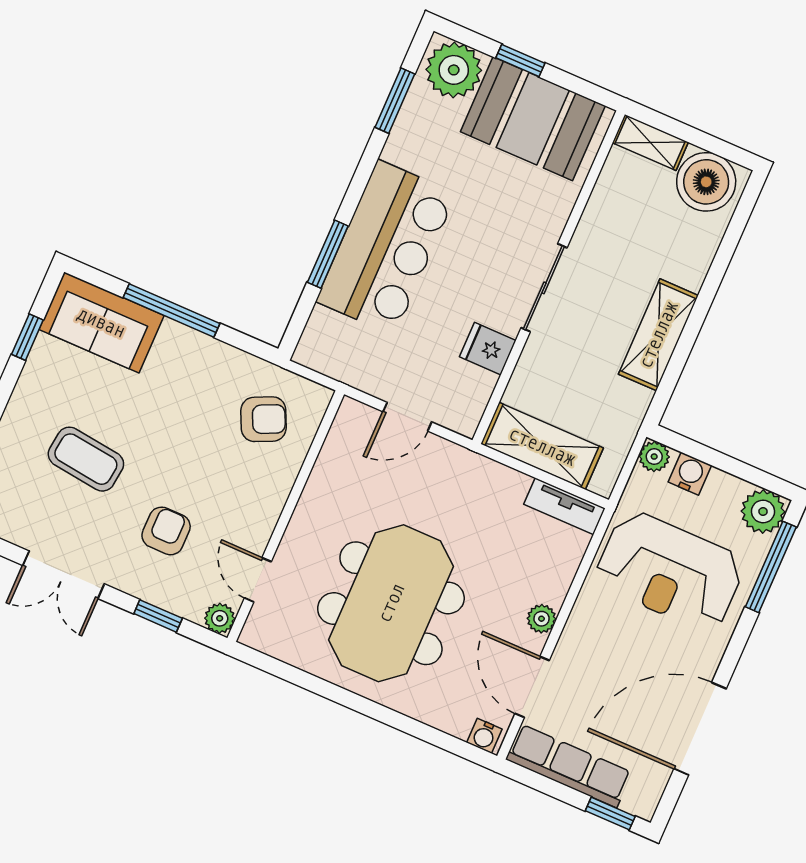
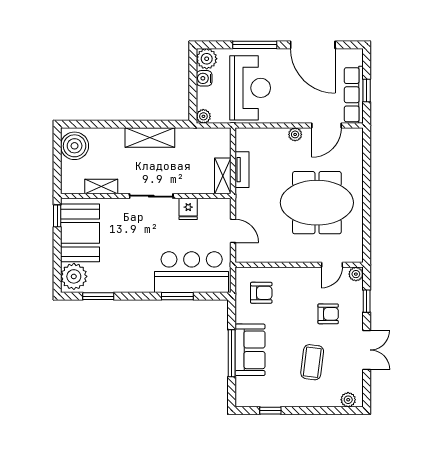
window: (520, 60) -> (57, 216), moved
shelving: (650, 142) -> (101, 187), moved, turned 90
bar counter: (386, 247) -> (192, 272), moved
sofa: (101, 322) -> (250, 350), moved
armchair: (263, 419) -> (261, 293), turned 115
shelving: (542, 446) -> (223, 176), width x0.67, depth x0.75
water cooler: (690, 474) -> (204, 78), moved
tv unit: (565, 506) -> (242, 170), moved
armchair: (166, 531) -> (328, 314), turned 180
window: (771, 567) -> (255, 45), moved
water cooler: (484, 736) -> (357, 137), removed
window: (610, 814) -> (367, 91), moved

